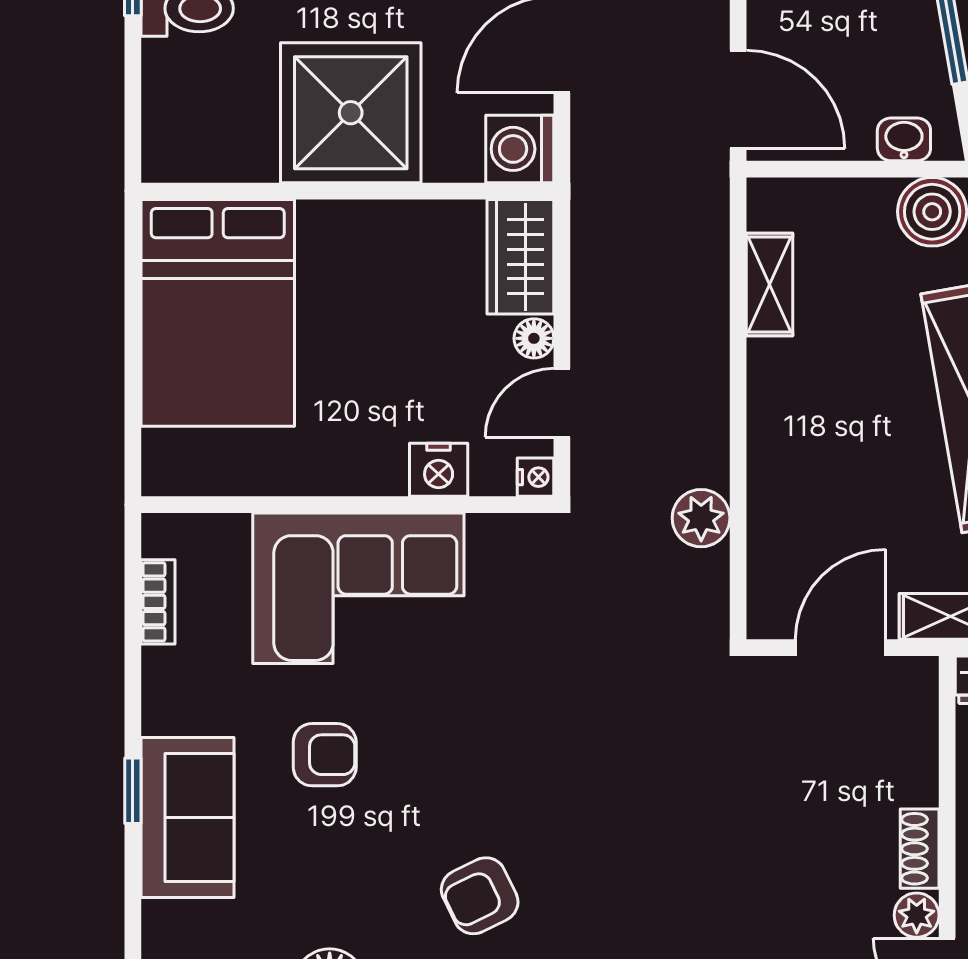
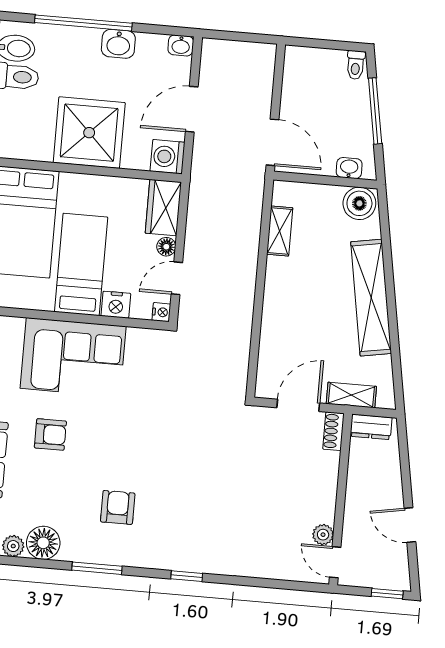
bed: (358, 391) -> (81, 264), added
plant: (701, 518) -> (238, 338), removed
shoe rack: (920, 849) -> (334, 431), moved
armchair: (480, 896) -> (118, 507), turned 116

